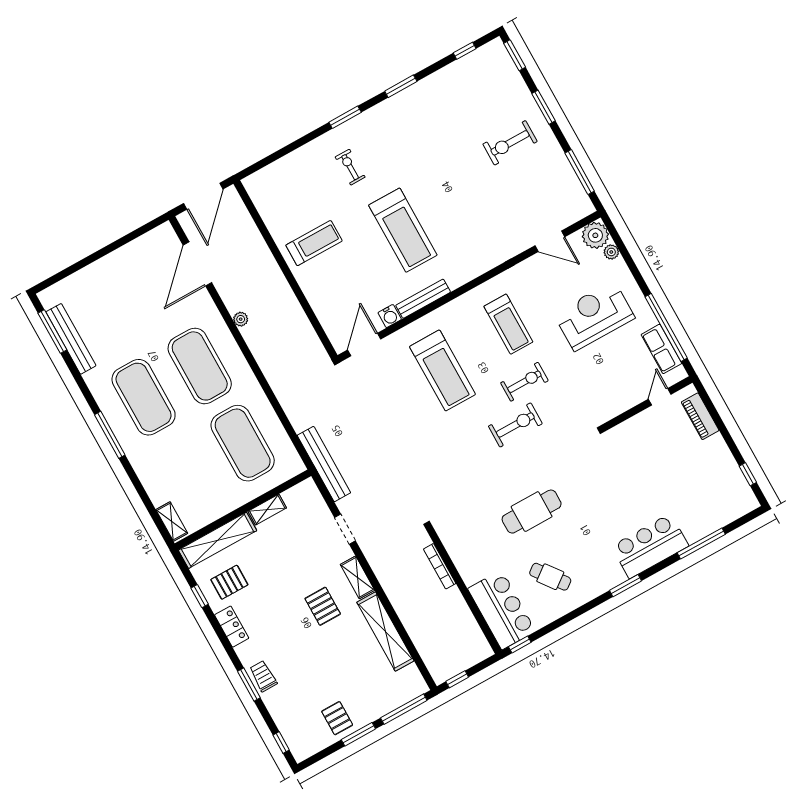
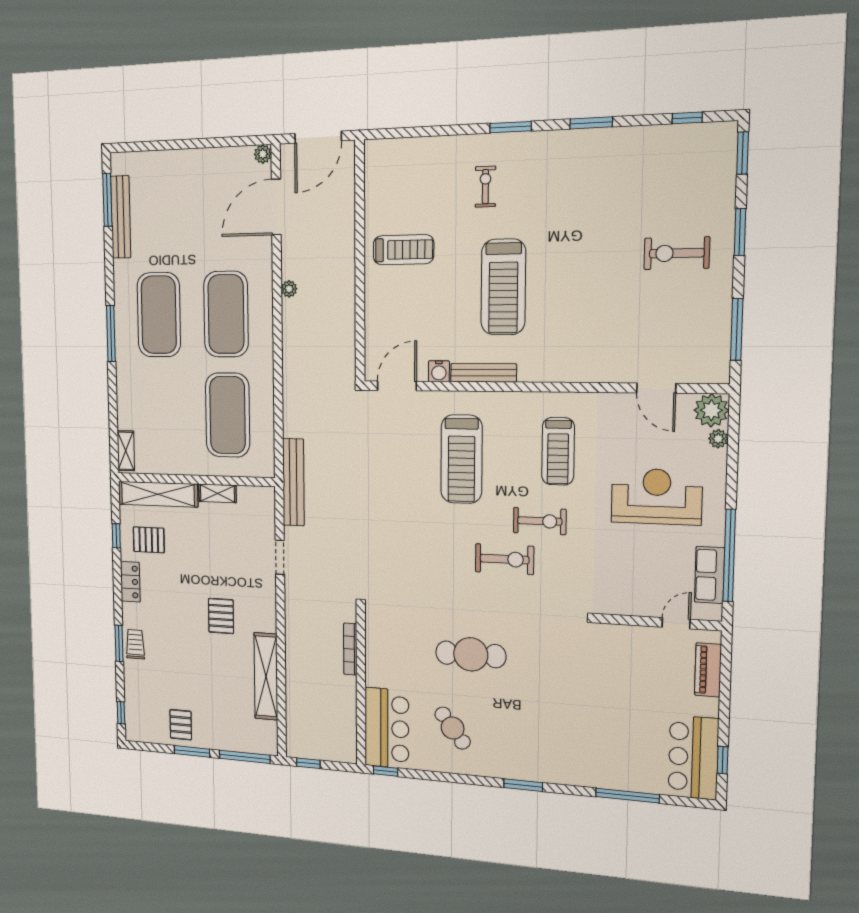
plant: (166, 231) -> (263, 154), added
bar counter: (650, 546) -> (693, 757), moved, turned -90
shelving: (357, 577) -> (267, 610), removed

